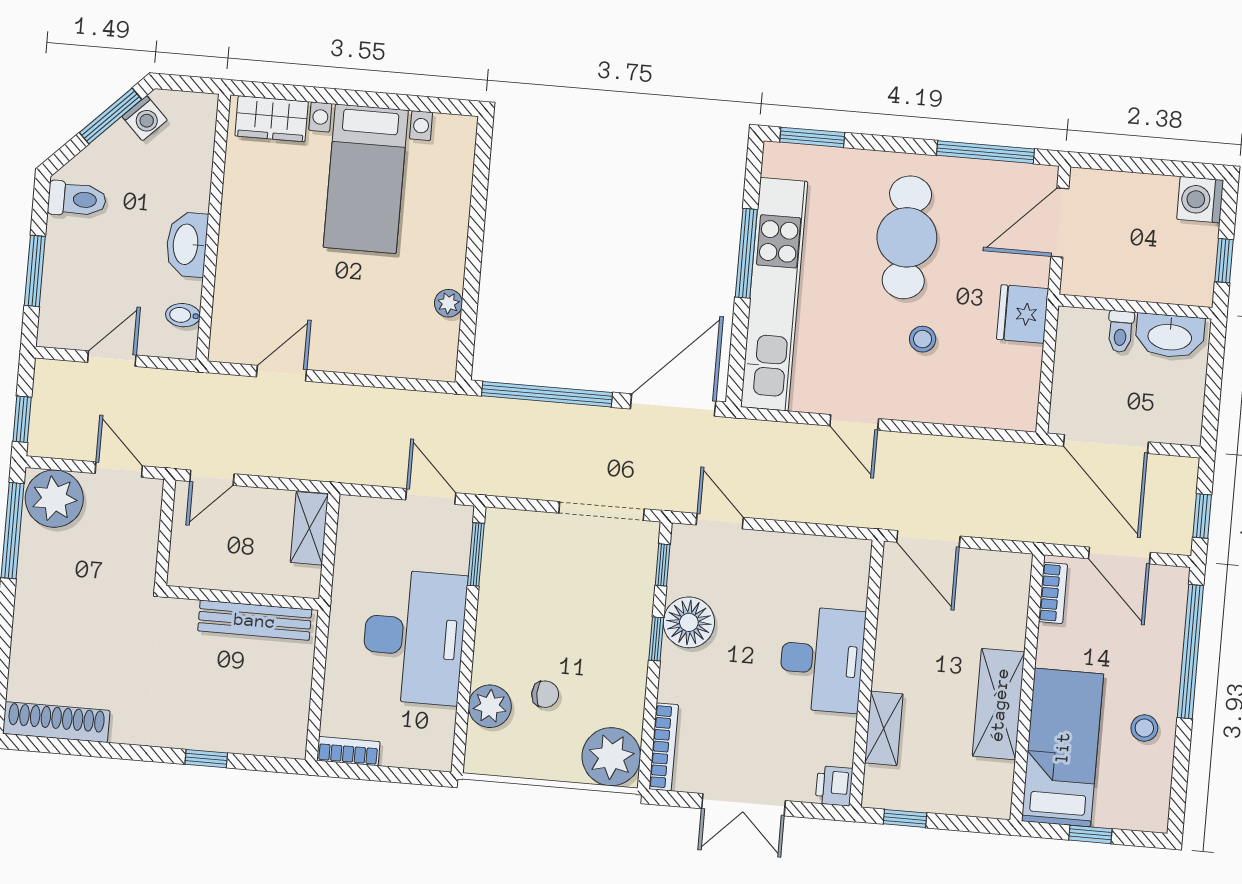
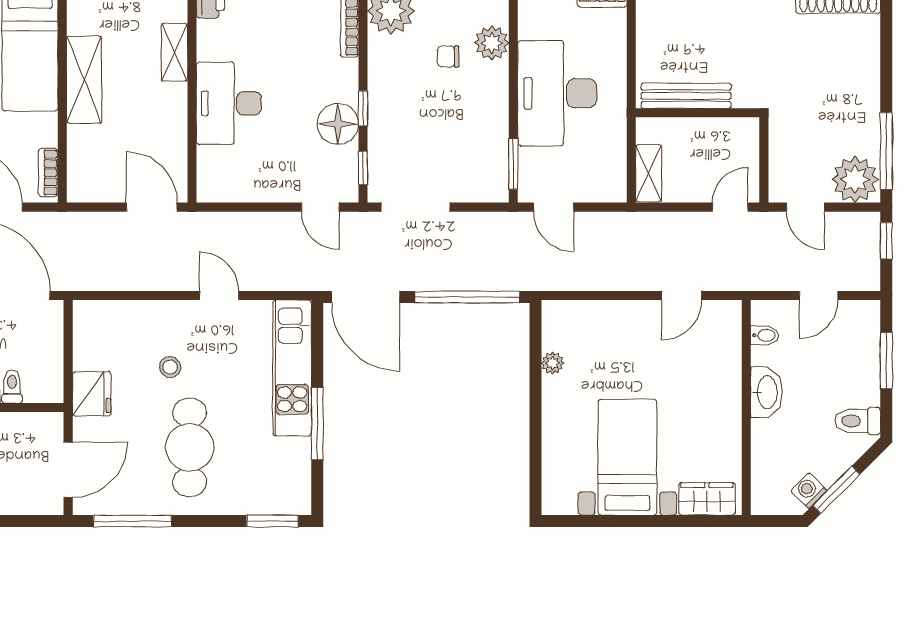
kitchen unit: (774, 294) -> (292, 368), width x0.73
door: (673, 405) -> (366, 297), hinge flipped

